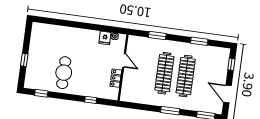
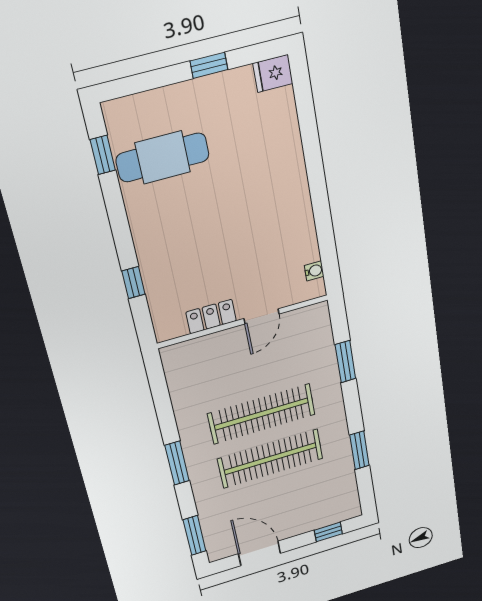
fridge: (105, 38) -> (273, 73), moved
window: (24, 60) -> (209, 65), moved
cafe table: (64, 73) -> (163, 157), moved
door: (227, 94) -> (259, 553), hinge flipped

